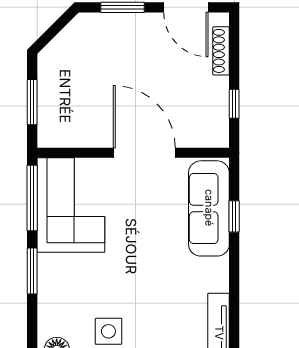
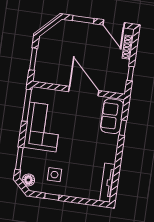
corner sofa: (71, 205) -> (43, 127), moved
sofa: (209, 208) -> (112, 116), width x0.73
window: (32, 271) -> (19, 158), moved

